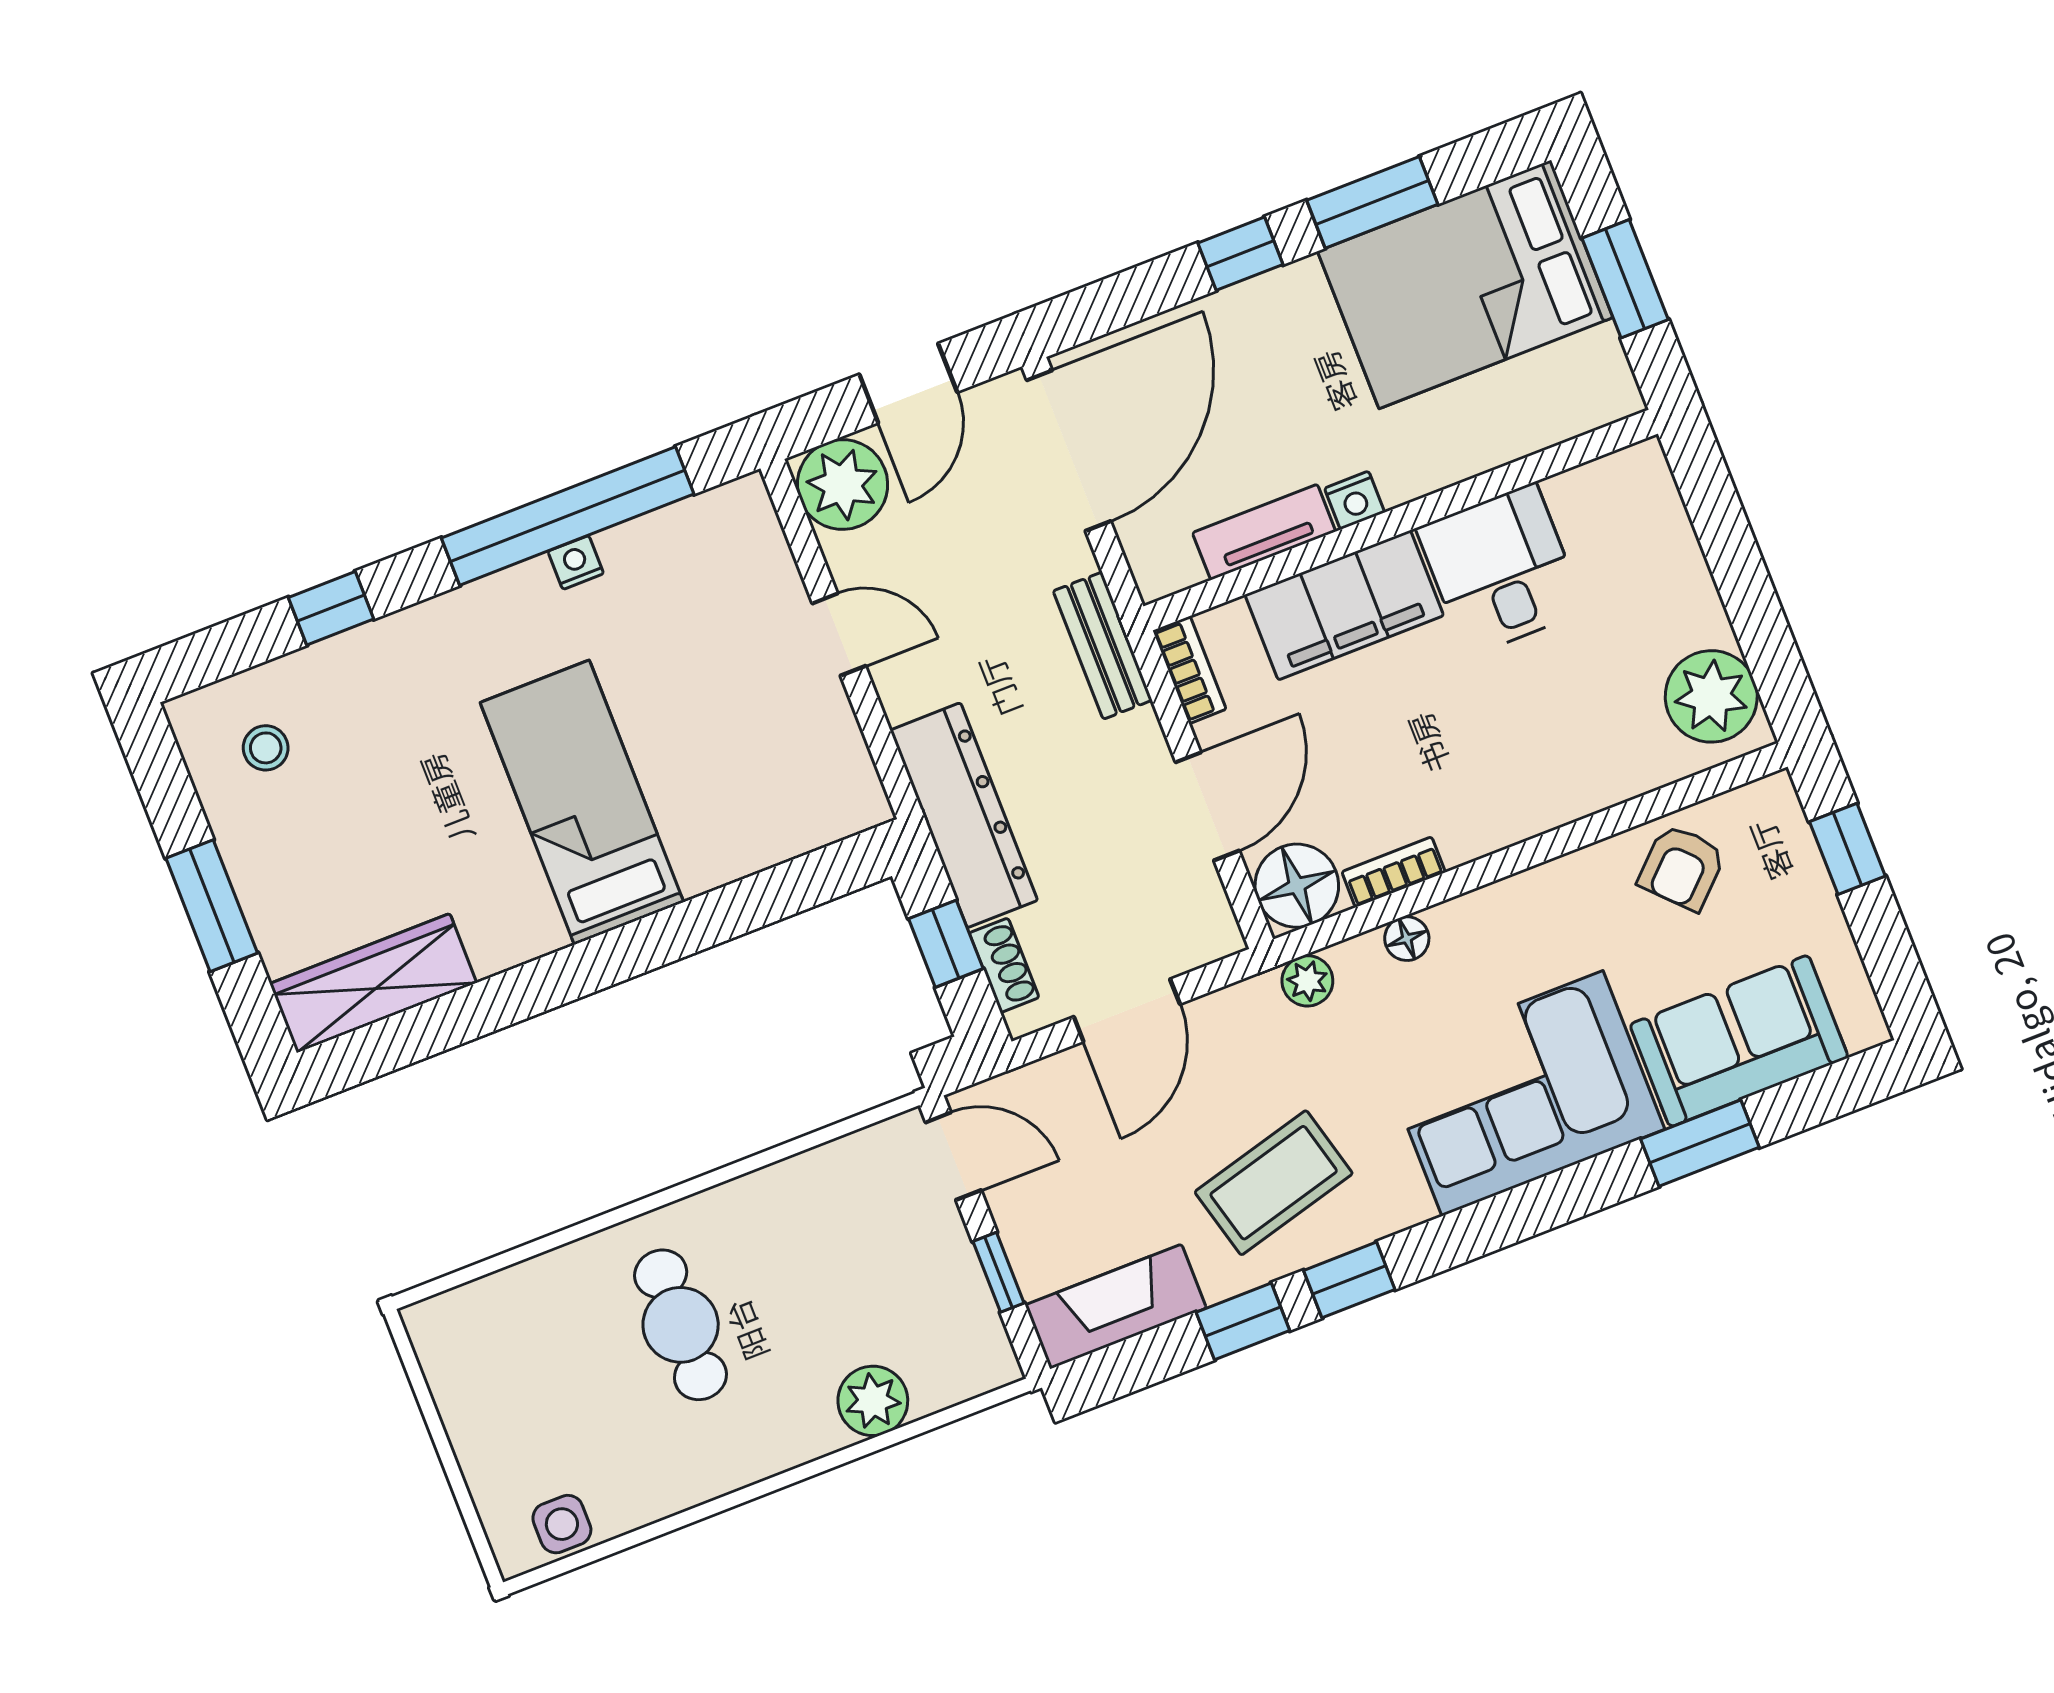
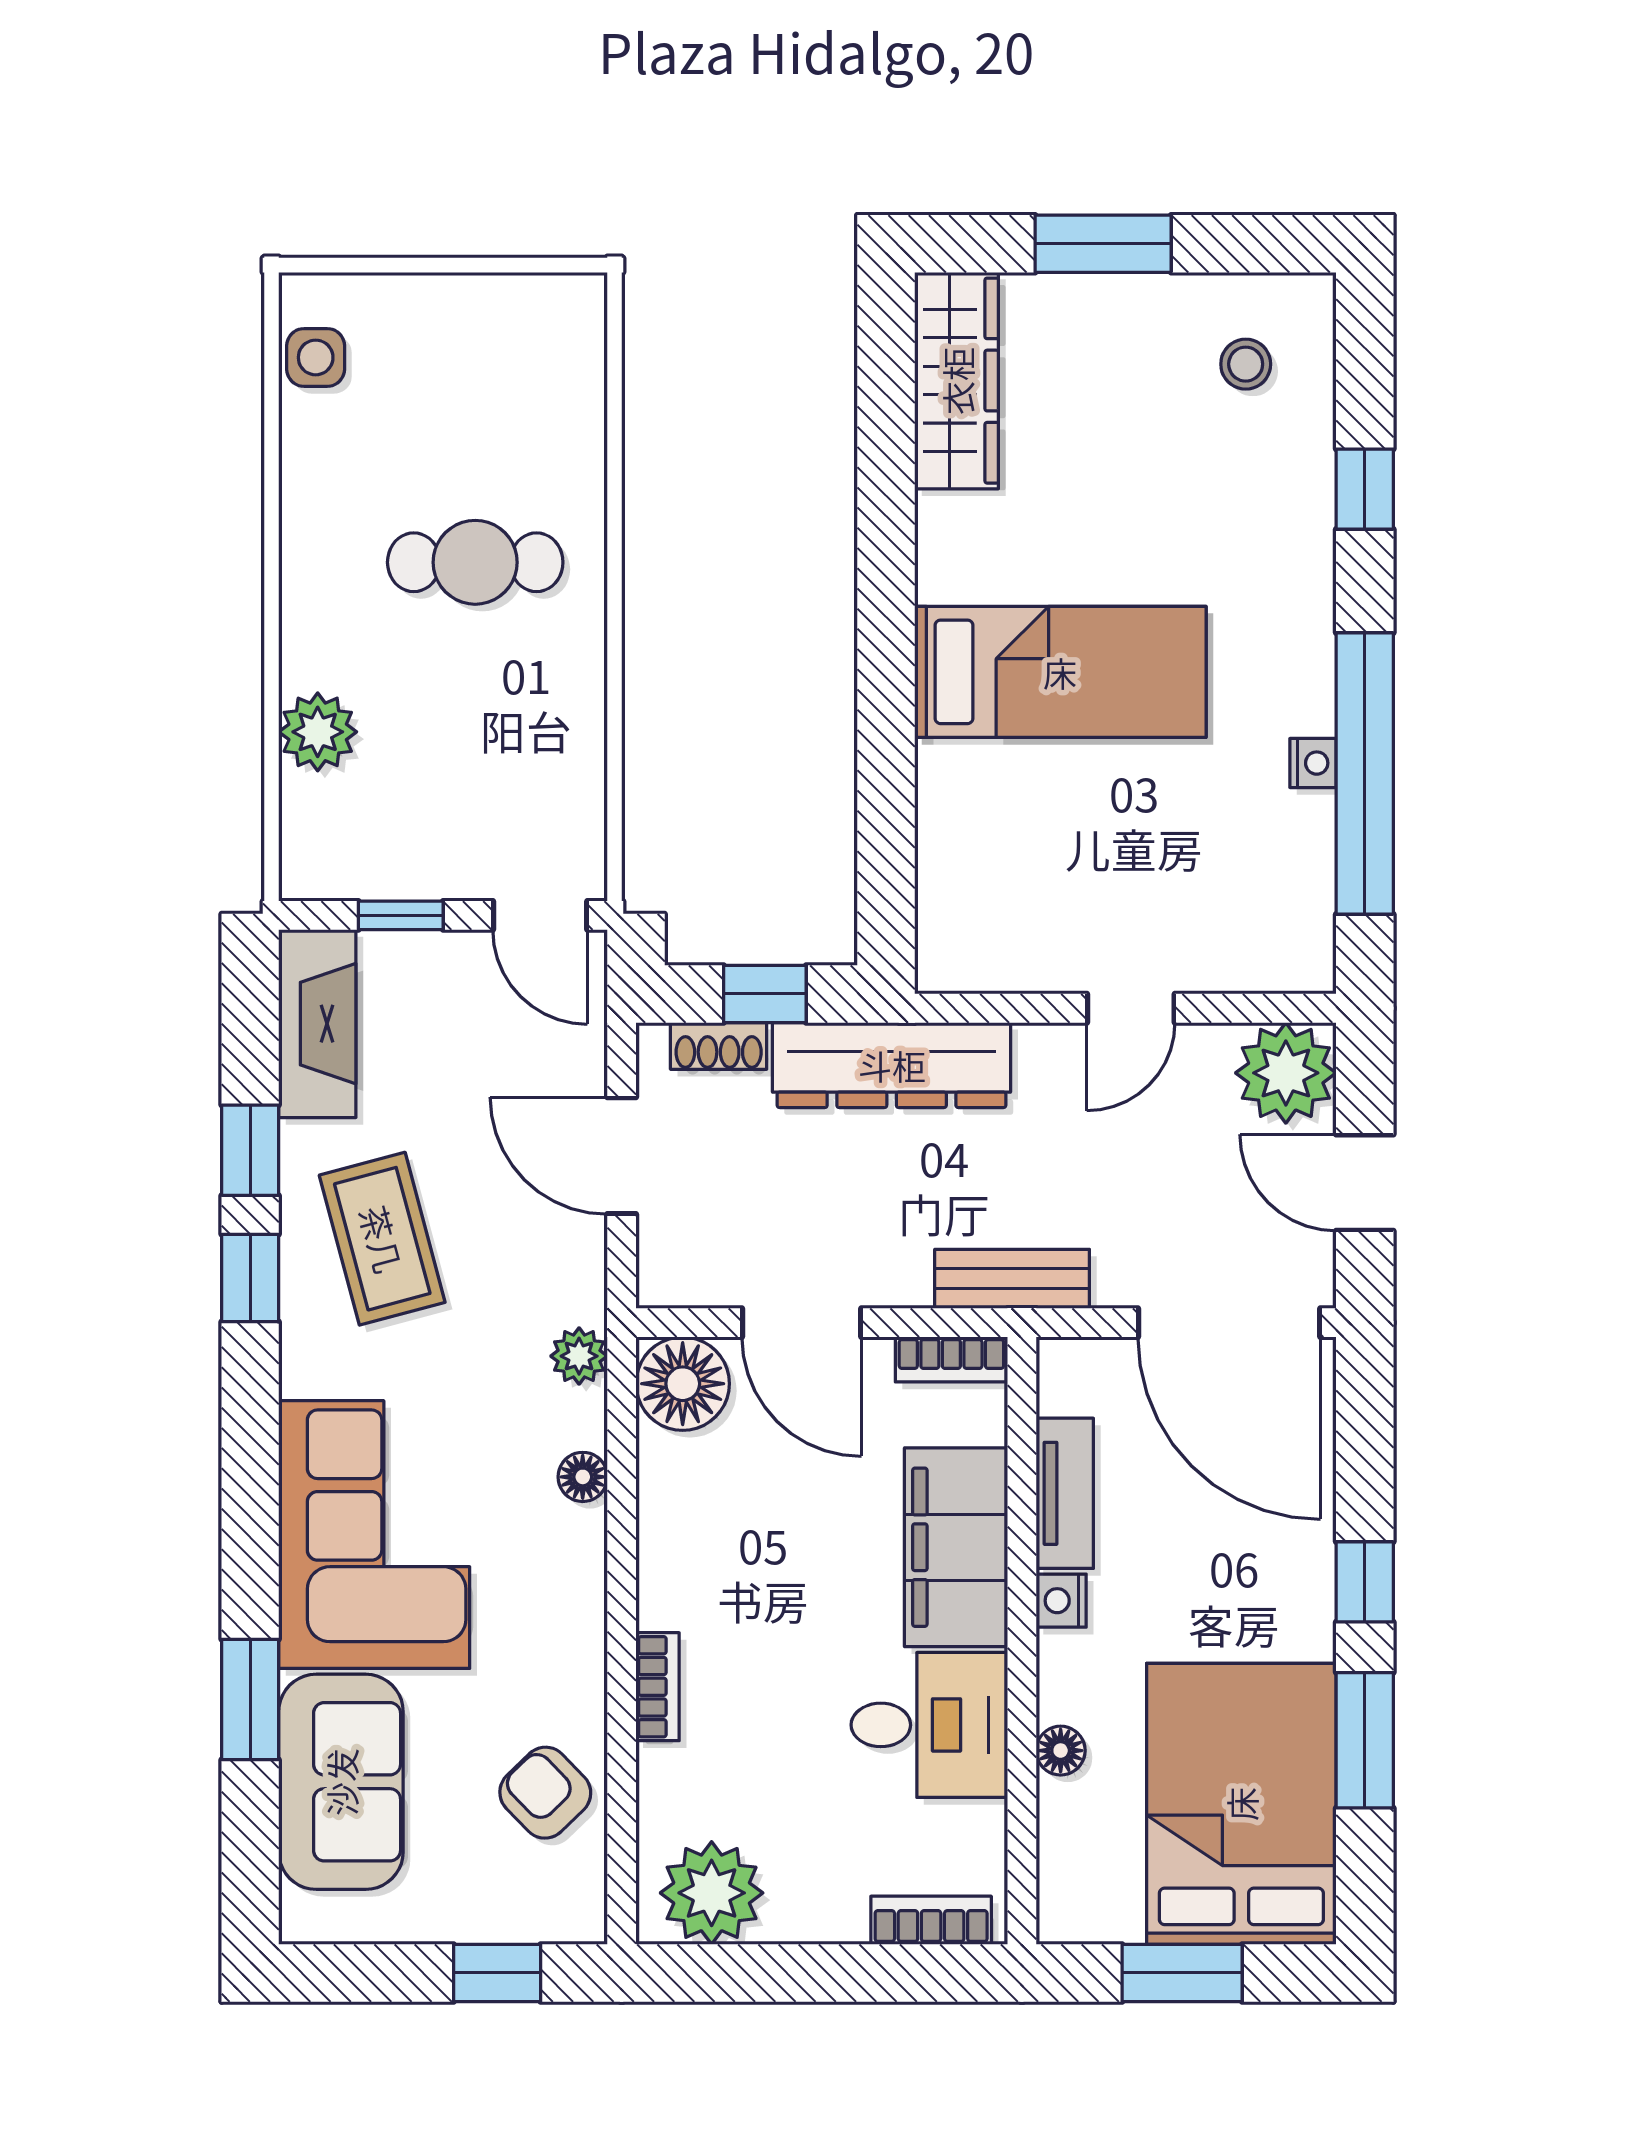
floor lamp: (1480, 452) -> (1061, 1751), added
bookcase: (1663, 505) -> (931, 1920), added
bookcase: (1394, 872) -> (658, 1687), moved
door: (953, 1156) -> (540, 915), hinge flipped

